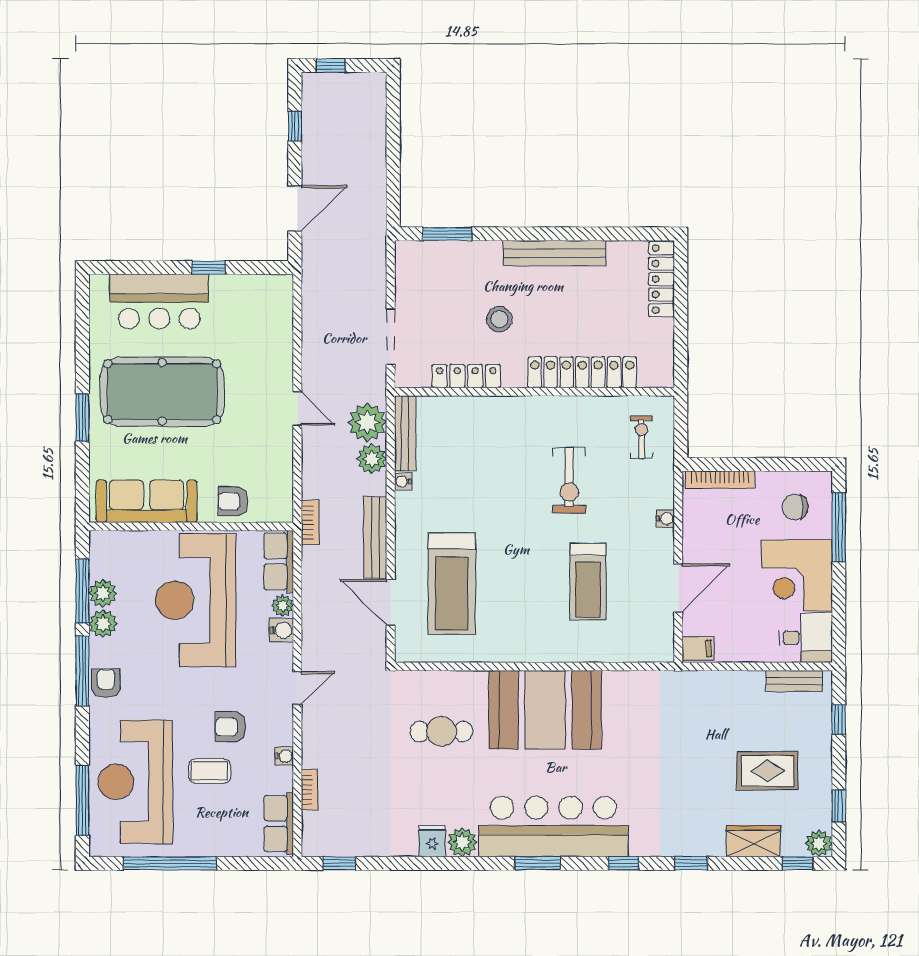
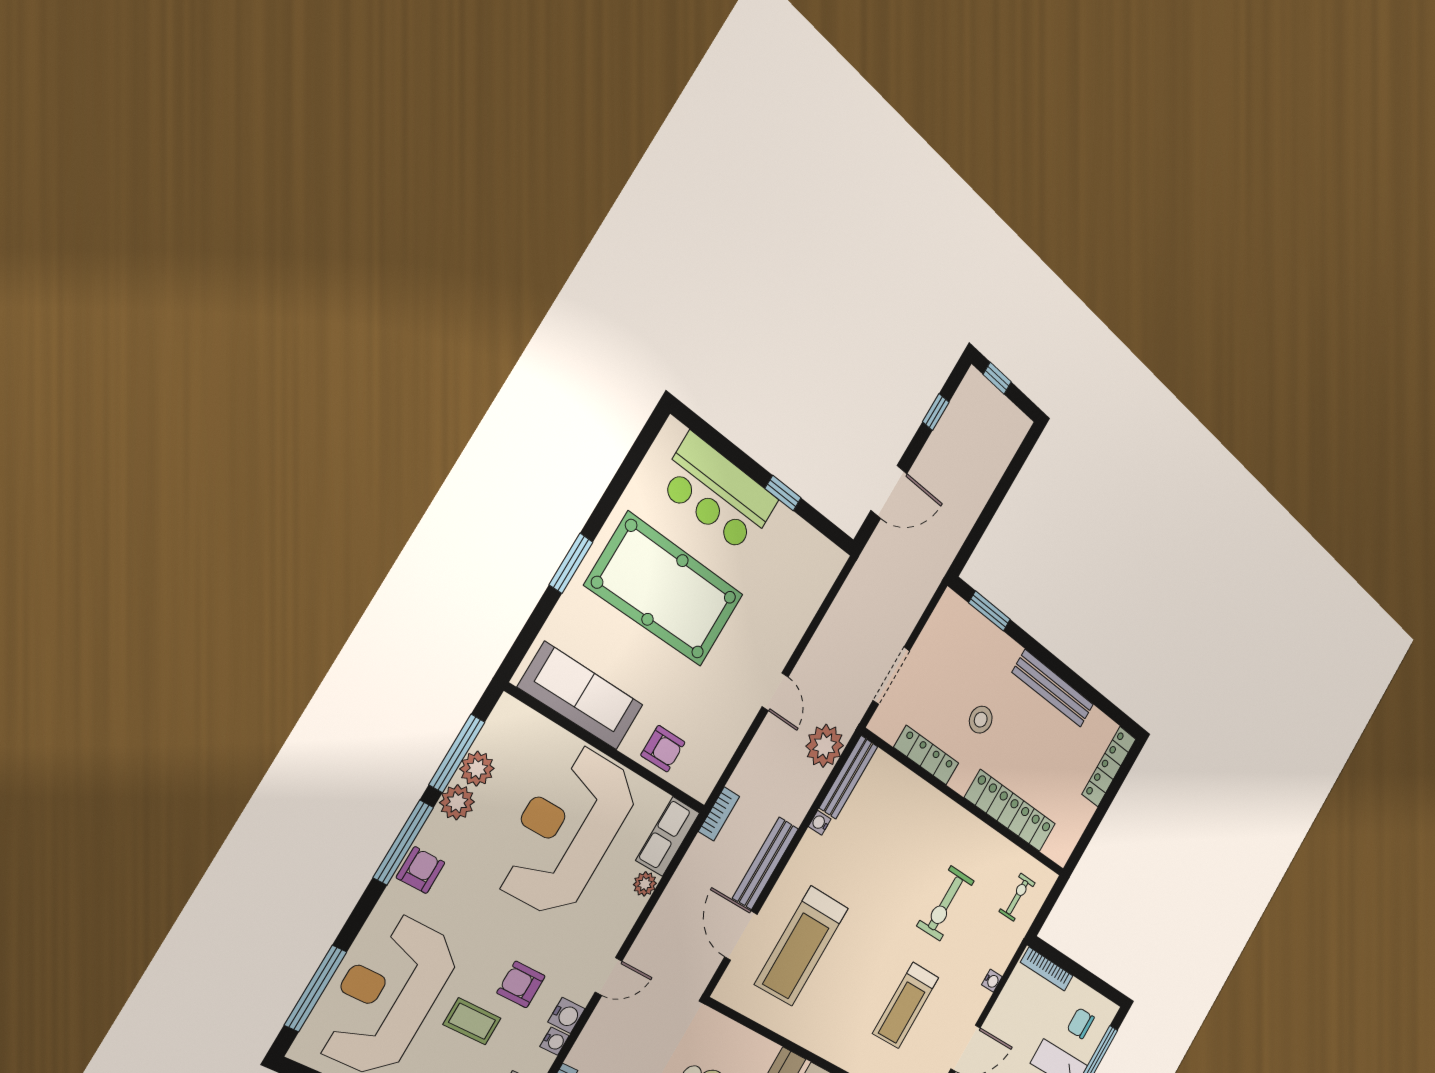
plant: (372, 459) -> (808, 784), removed
armchair: (233, 501) -> (663, 749), turned 180
water cooler: (282, 630) -> (566, 1015), moved

